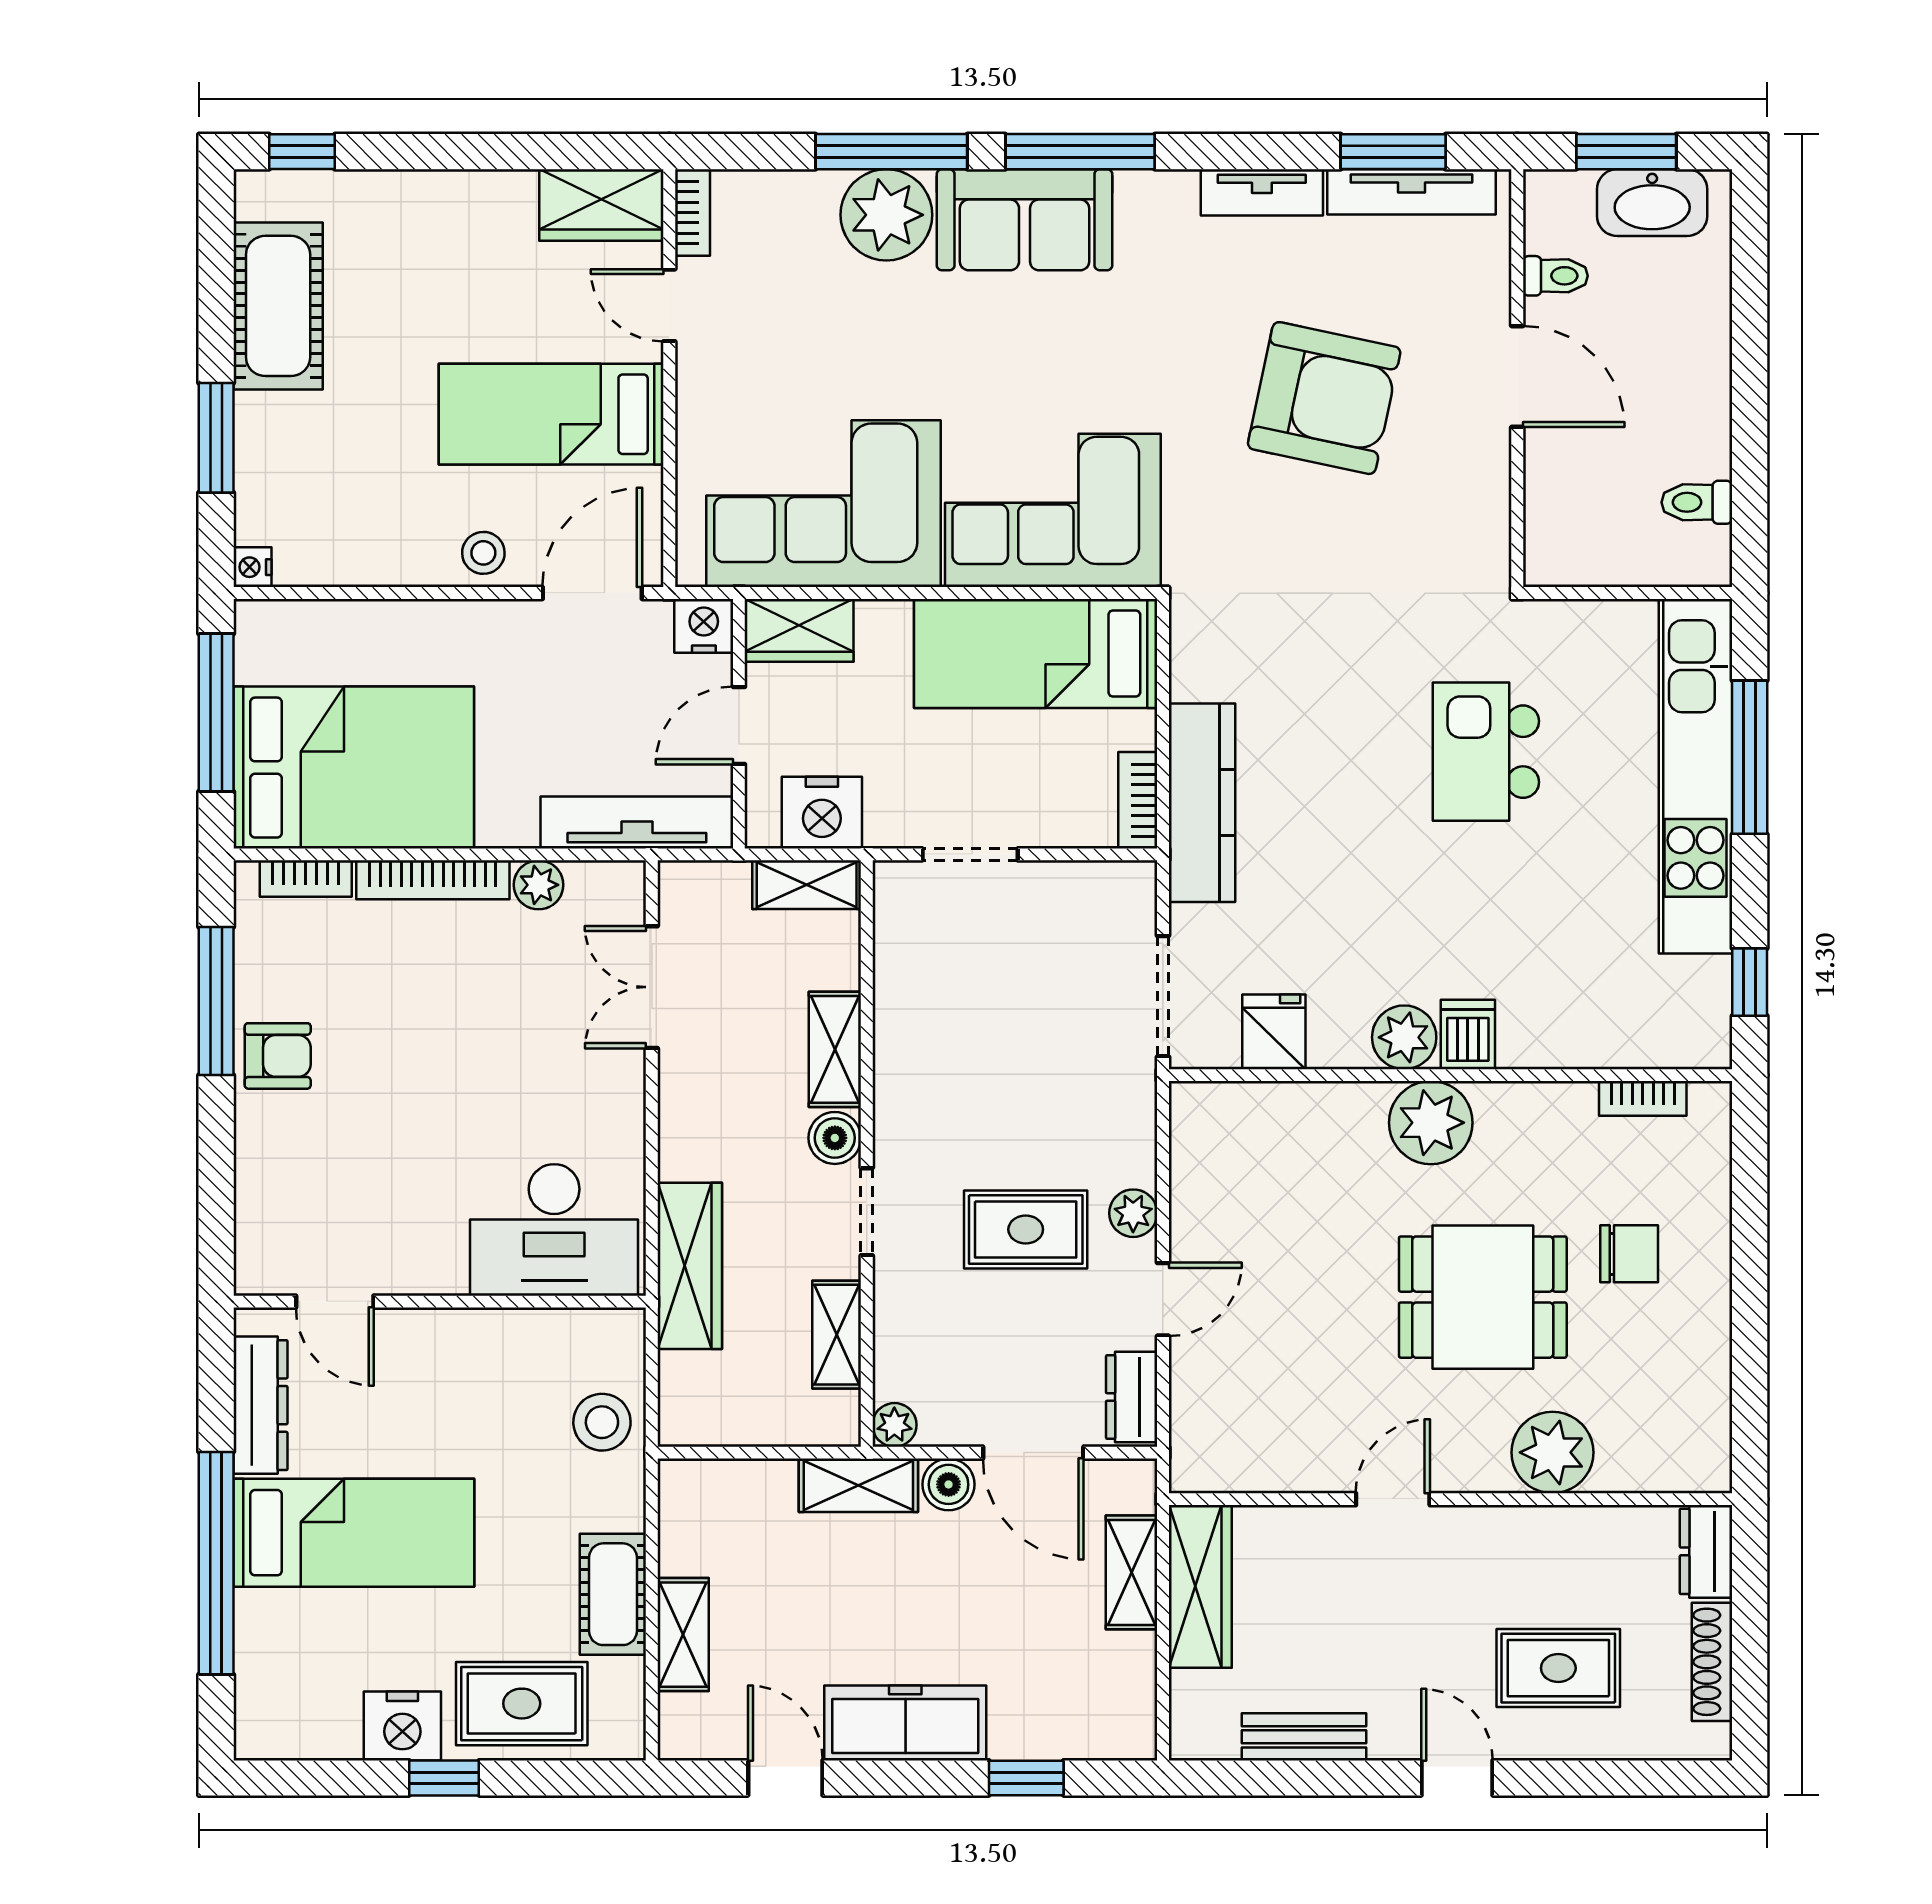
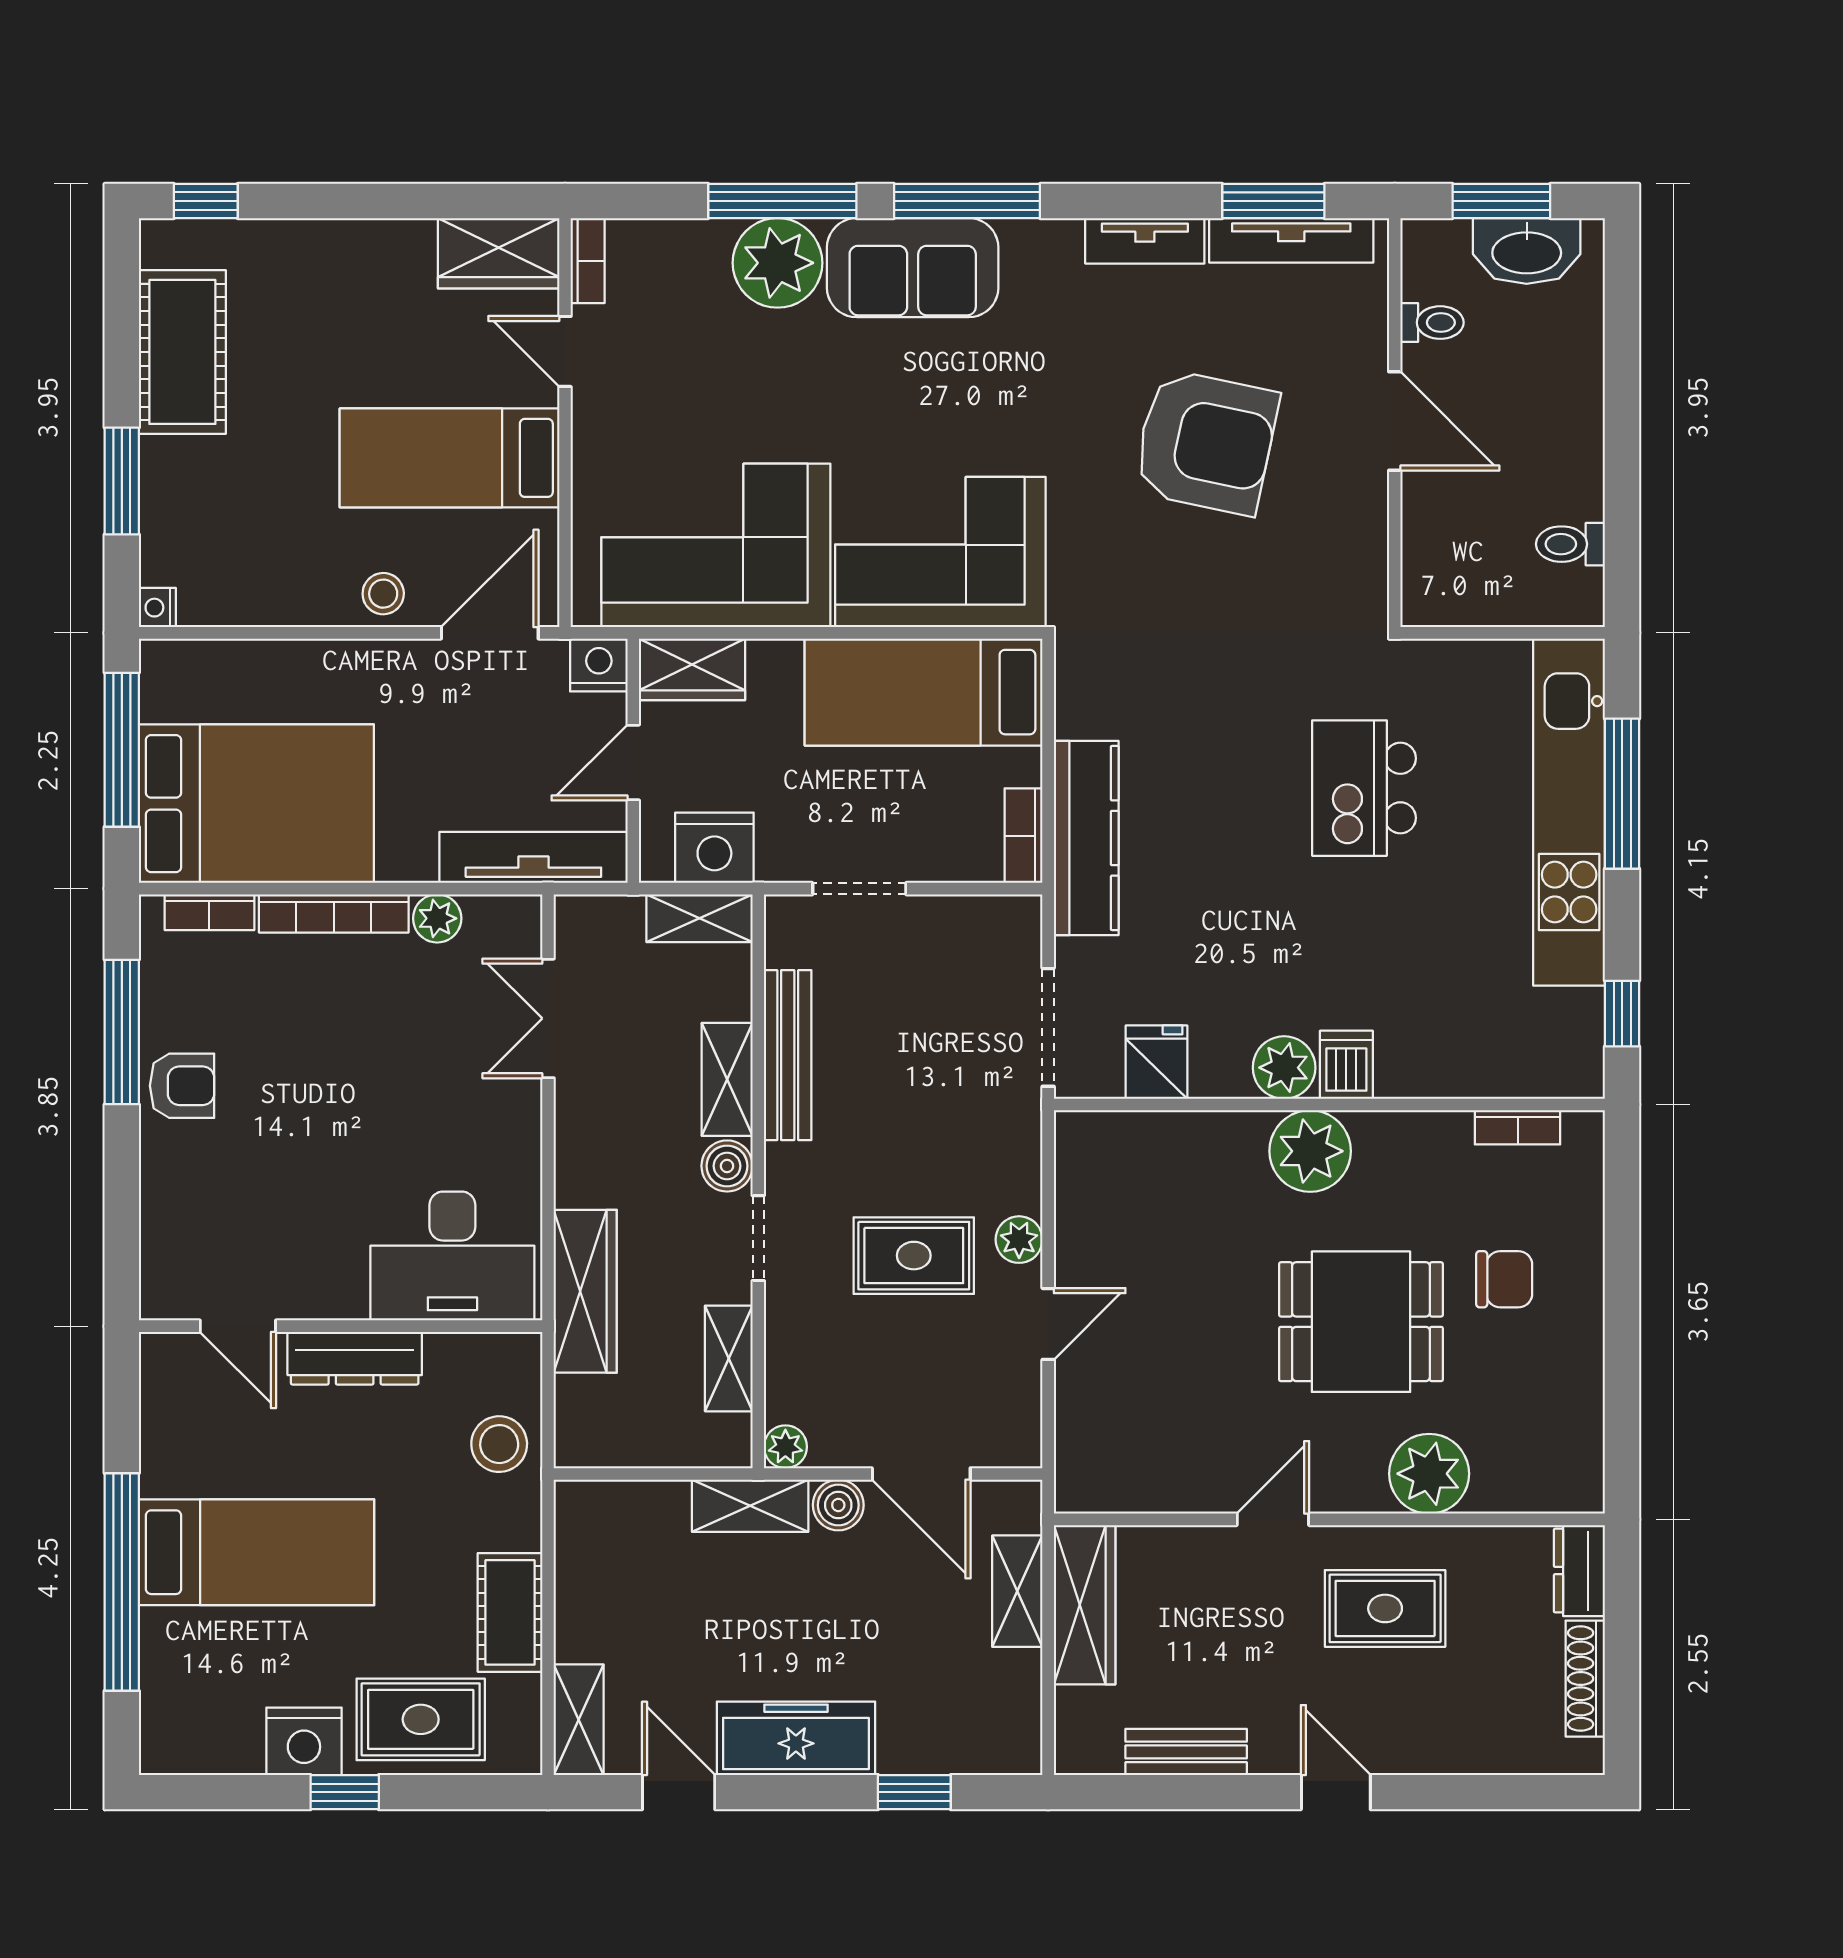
bench: (897, 1025) -> (788, 1055), added
dresser: (1132, 1397) -> (1017, 1419), removed
dresser: (261, 1405) -> (355, 1358), moved, turned 90
shelving: (683, 1635) -> (579, 1720), moved
rug: (1558, 1668) -> (1385, 1608), moved

